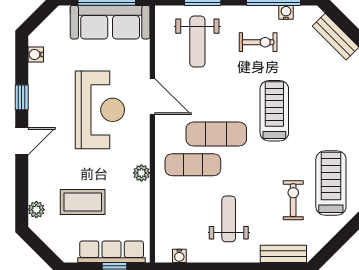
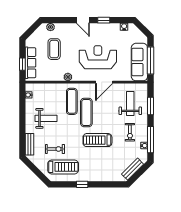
weight bench: (197, 41) -> (130, 103), turned 90
reception desk: (100, 110) -> (98, 57), turned 180
treadmill: (274, 111) -> (97, 140), turned 180

